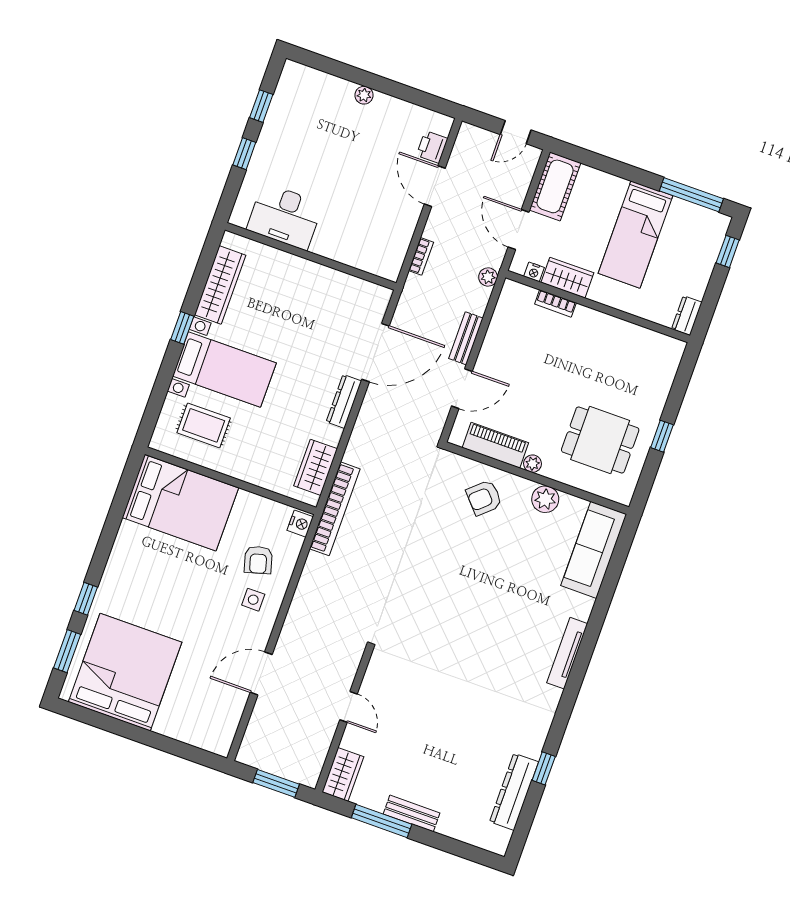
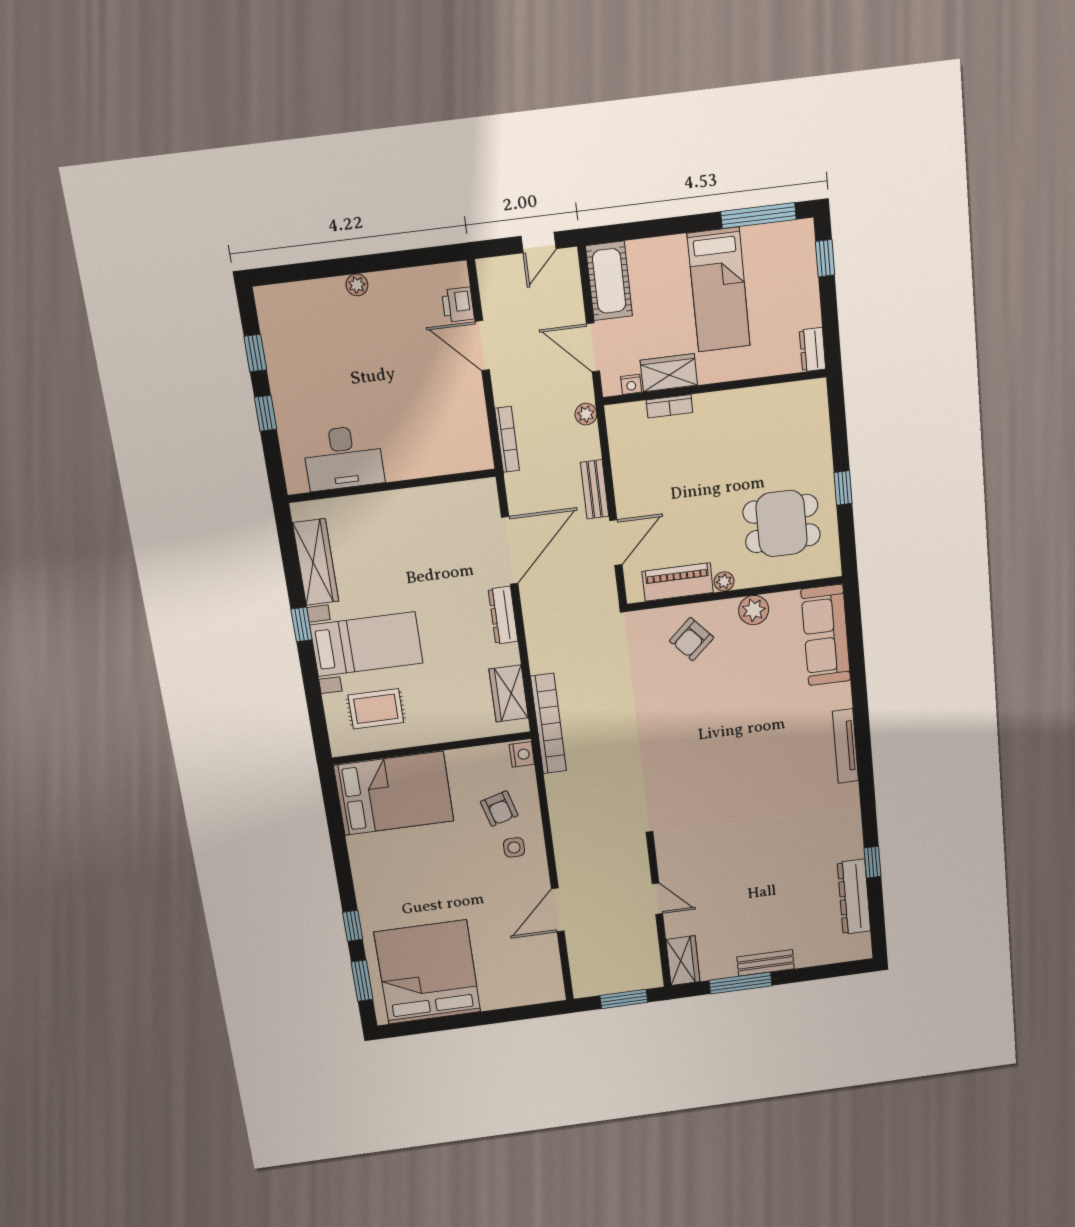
bookcase: (421, 256) -> (507, 439), width x1.56

